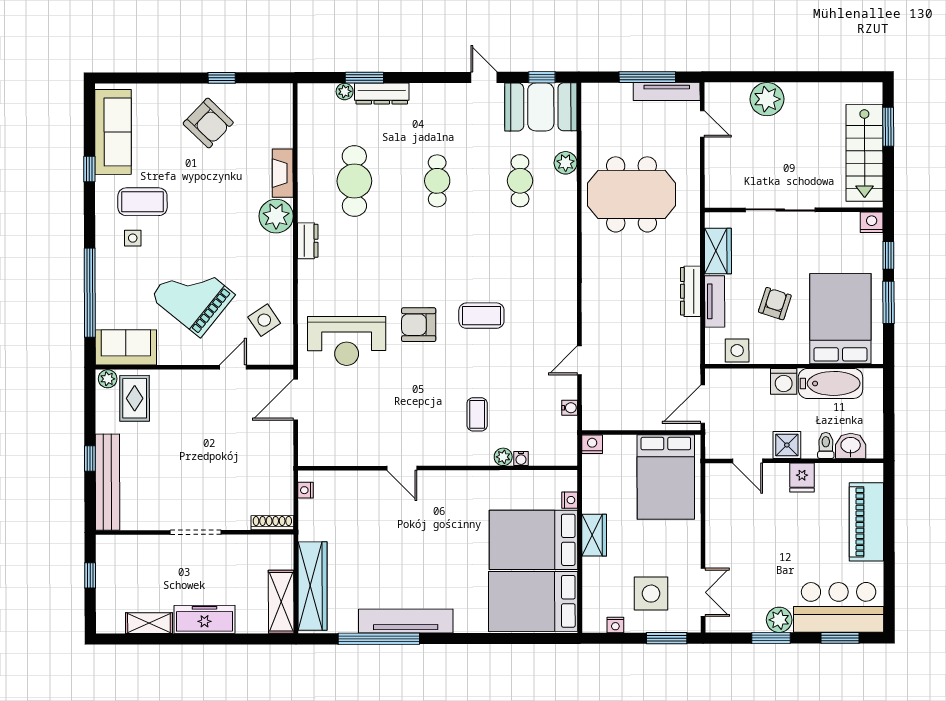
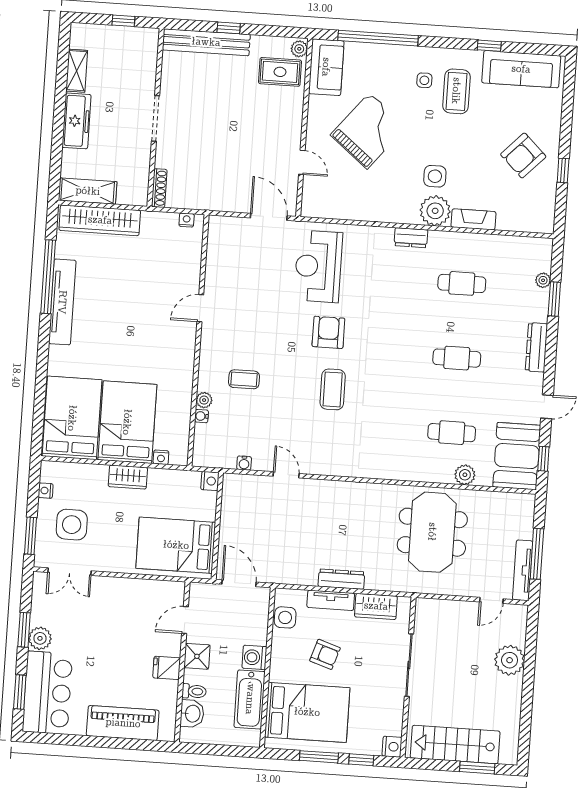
dresser: (382, 94) -> (537, 347), moved
cafe table: (354, 181) -> (462, 283), width x0.73, depth x0.74
side table: (264, 320) -> (435, 176), moved, turned 34

